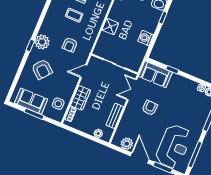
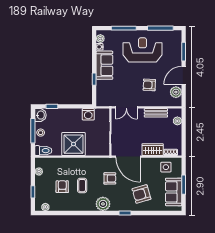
shower: (110, 27) -> (74, 144), width x1.86, depth x1.86
washing machine: (146, 38) -> (88, 114), moved
plant: (42, 42) -> (103, 204), moved
armchair: (42, 69) -> (141, 194), turned -146
door: (83, 71) -> (128, 157), width x1.88
sofa: (155, 74) -> (104, 65), moved
armchair: (150, 108) -> (149, 85), moved
reception desk: (174, 146) -> (143, 50), moved

